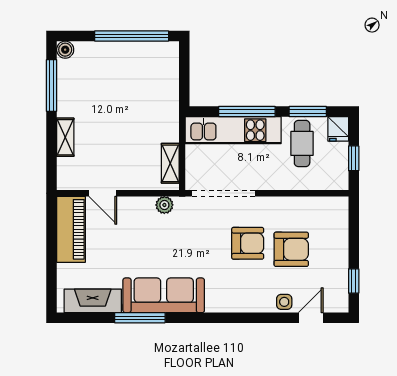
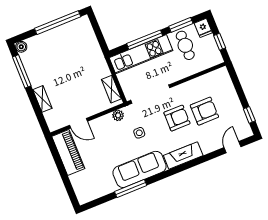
fireplace: (93, 301) -> (183, 156), moved
side table: (284, 302) -> (139, 133), moved

